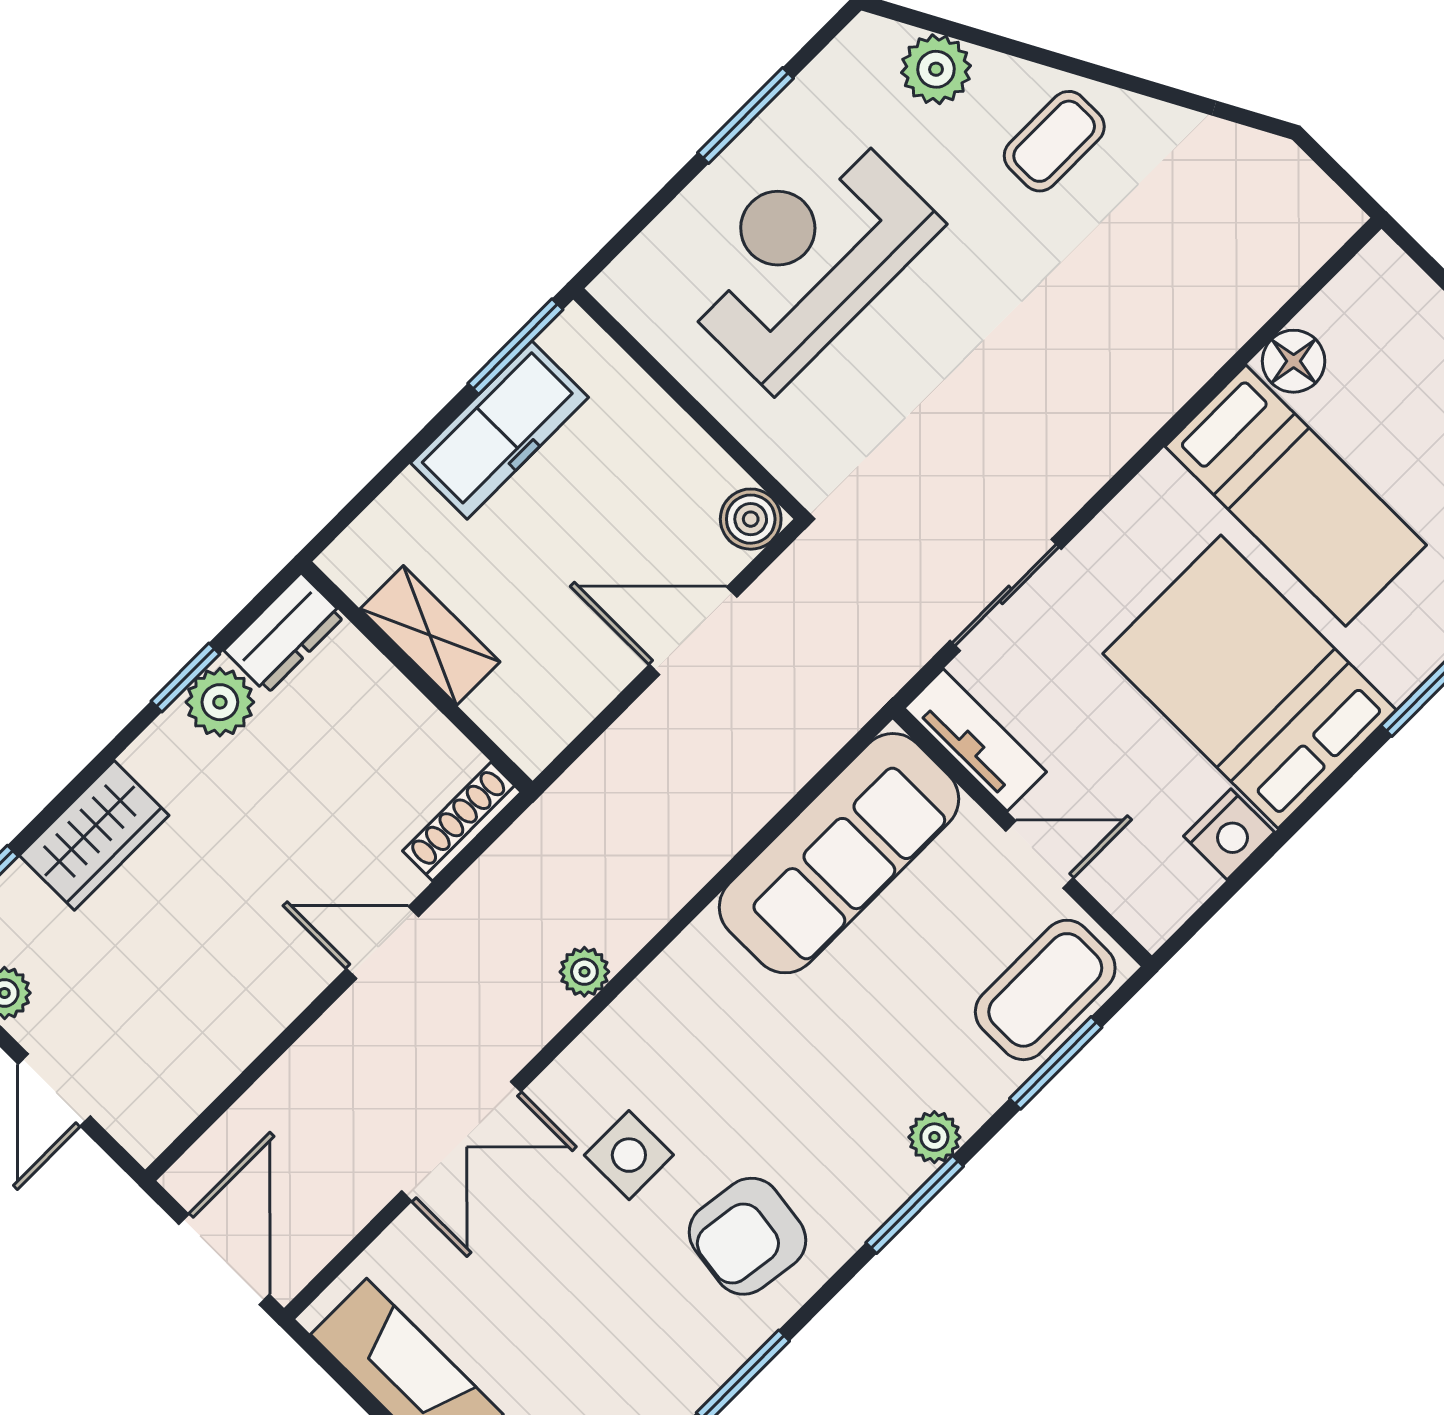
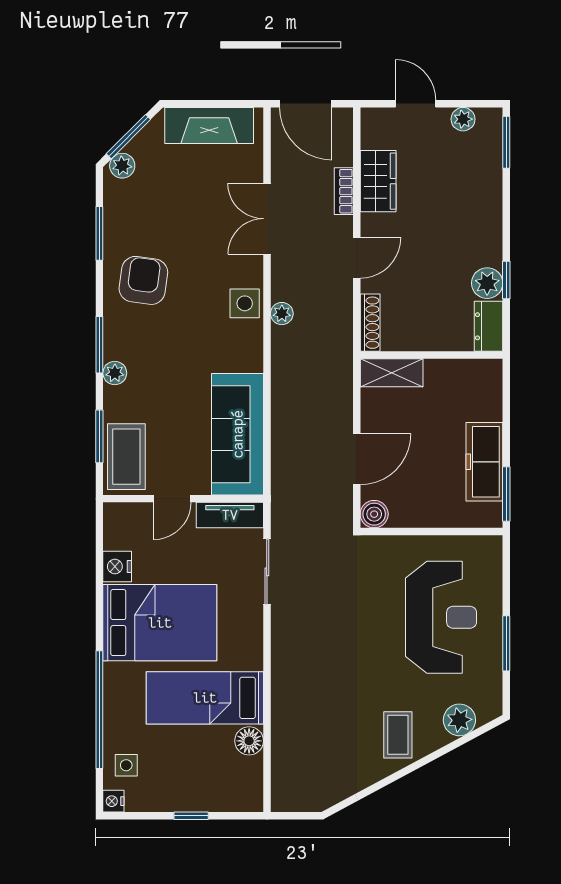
shelving: (430, 635) -> (392, 373), moved
wardrobe: (94, 835) -> (378, 181), moved, turned 180
bookcase: (300, 1066) -> (344, 191), added
side table: (629, 1155) -> (245, 303), moved

